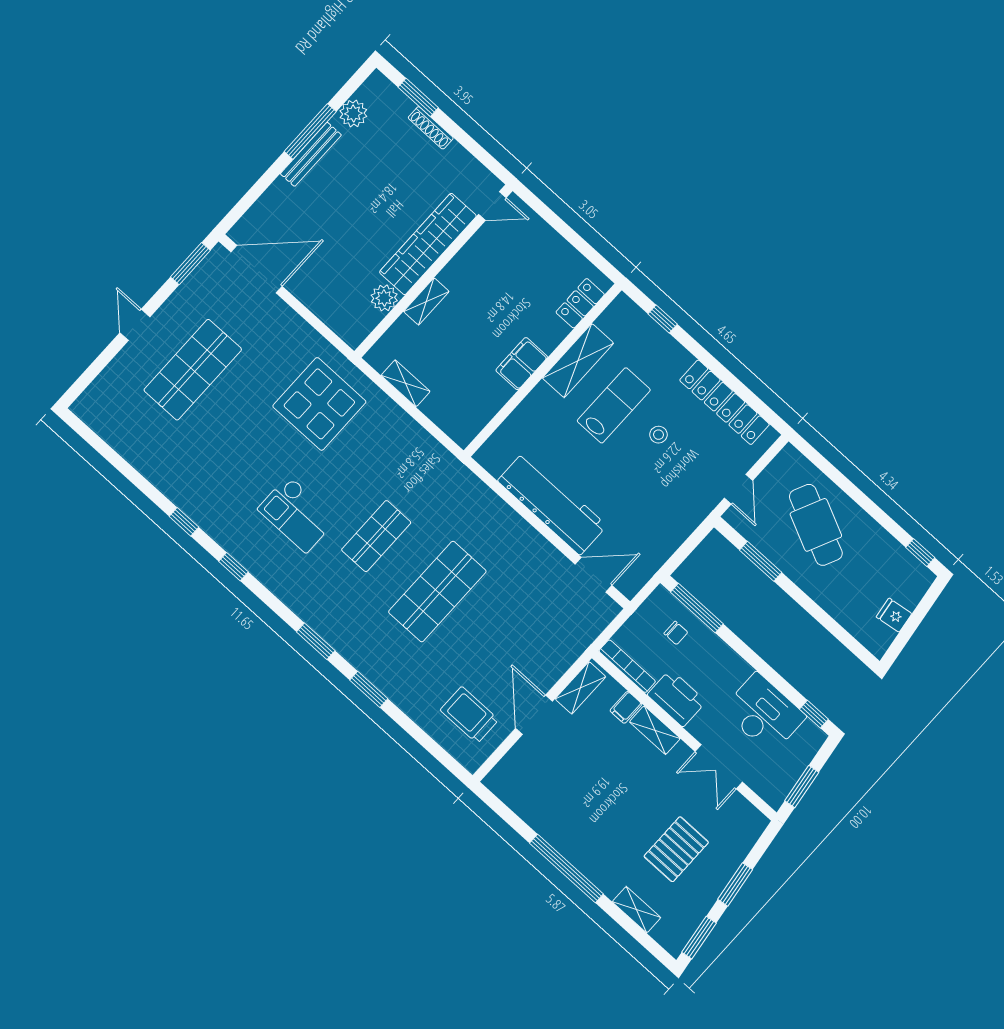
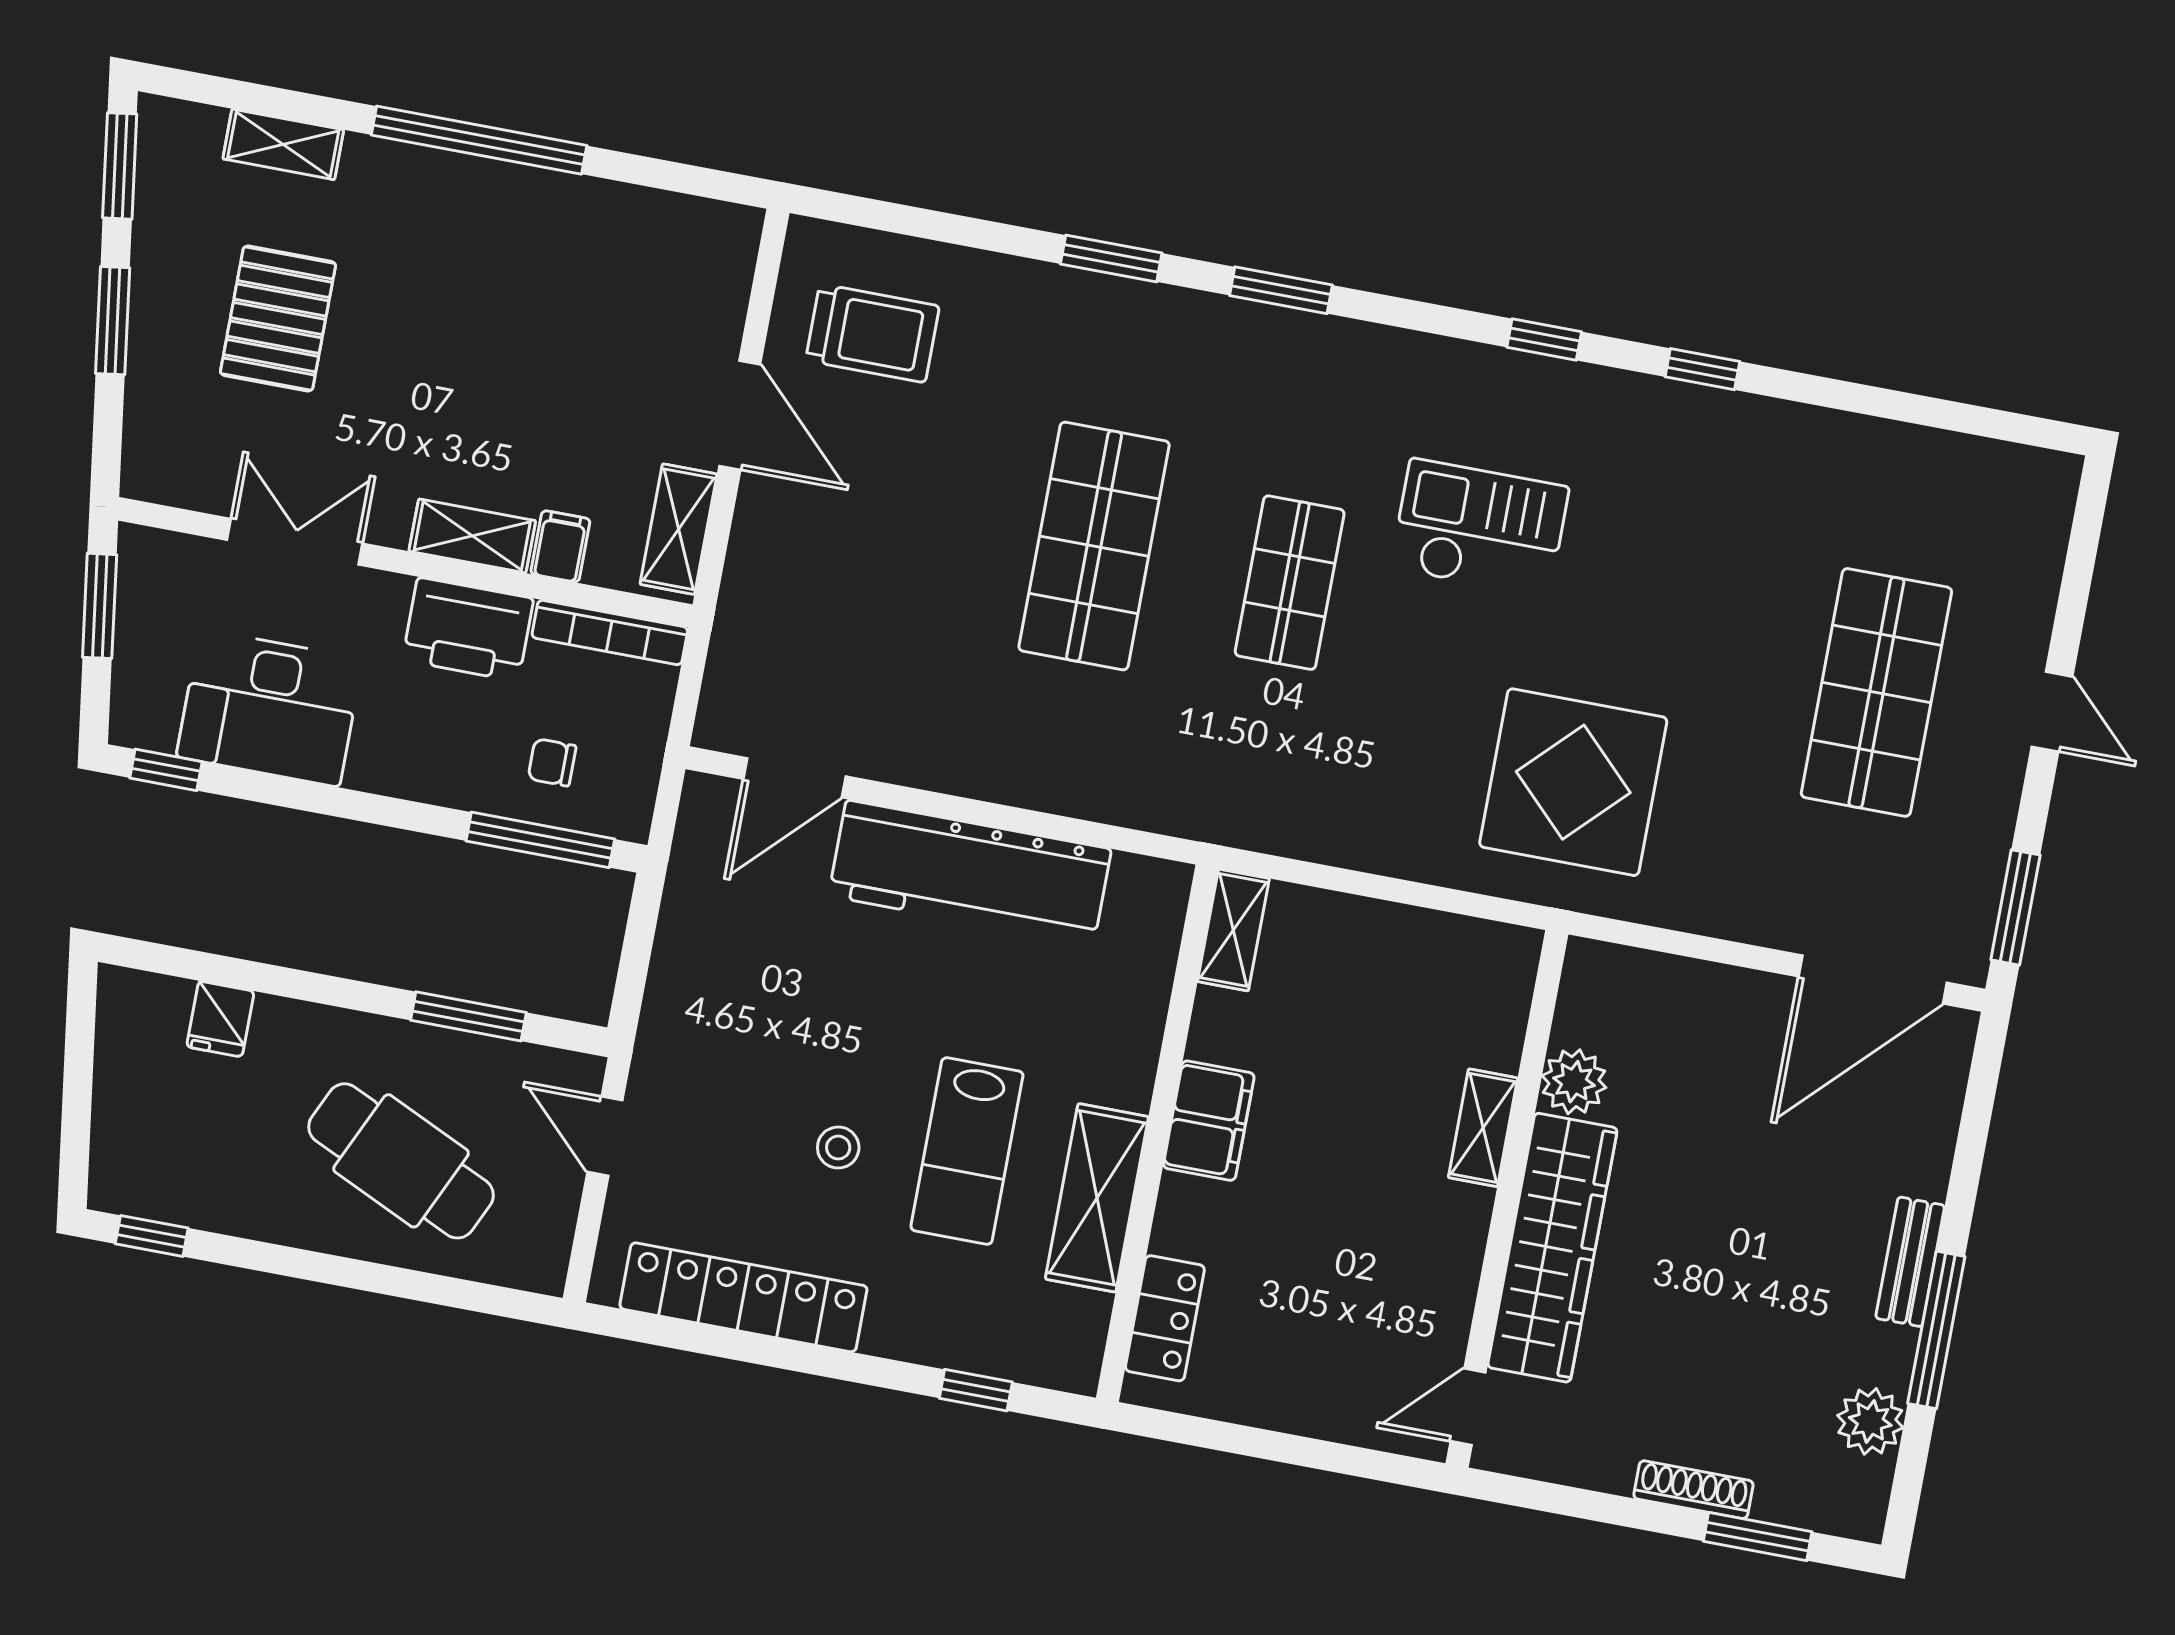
bench: (311, 154) -> (1910, 1262), width x0.73
shelving: (406, 383) -> (1233, 930), moved, turned 90
fridge: (894, 615) -> (220, 1019), moved, turned 98

